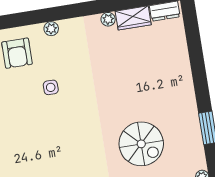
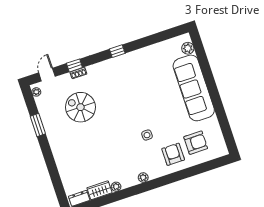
plant: (51, 29) -> (143, 178), moved

